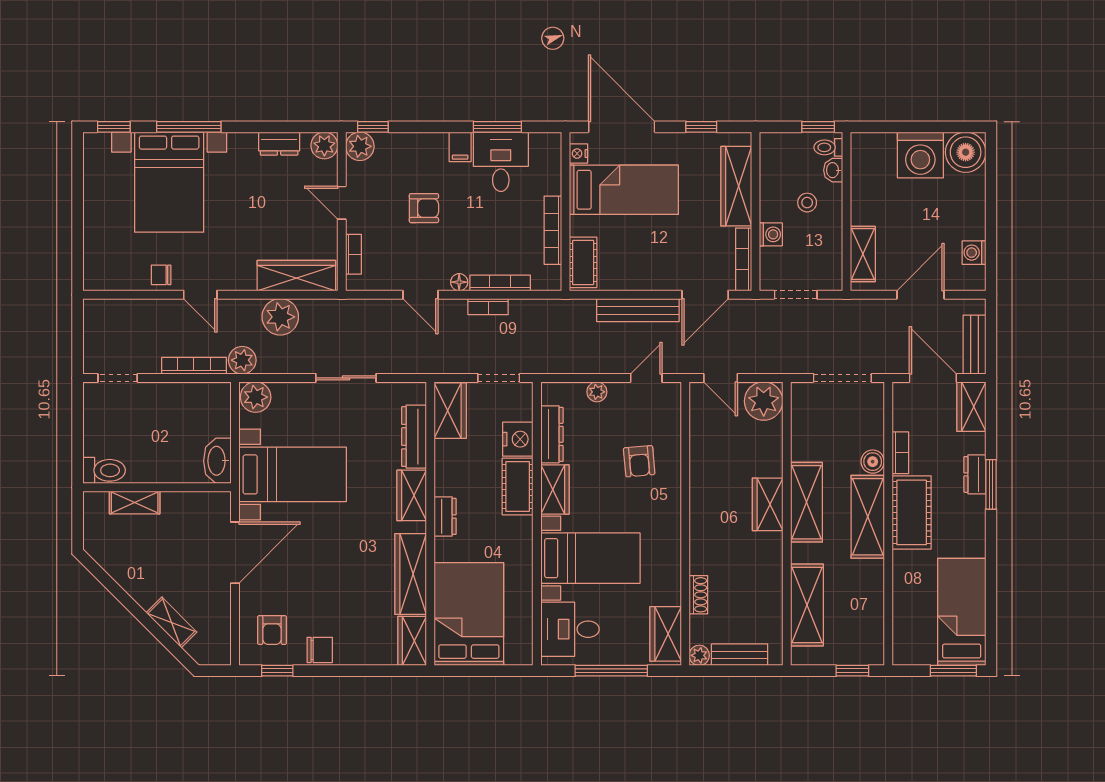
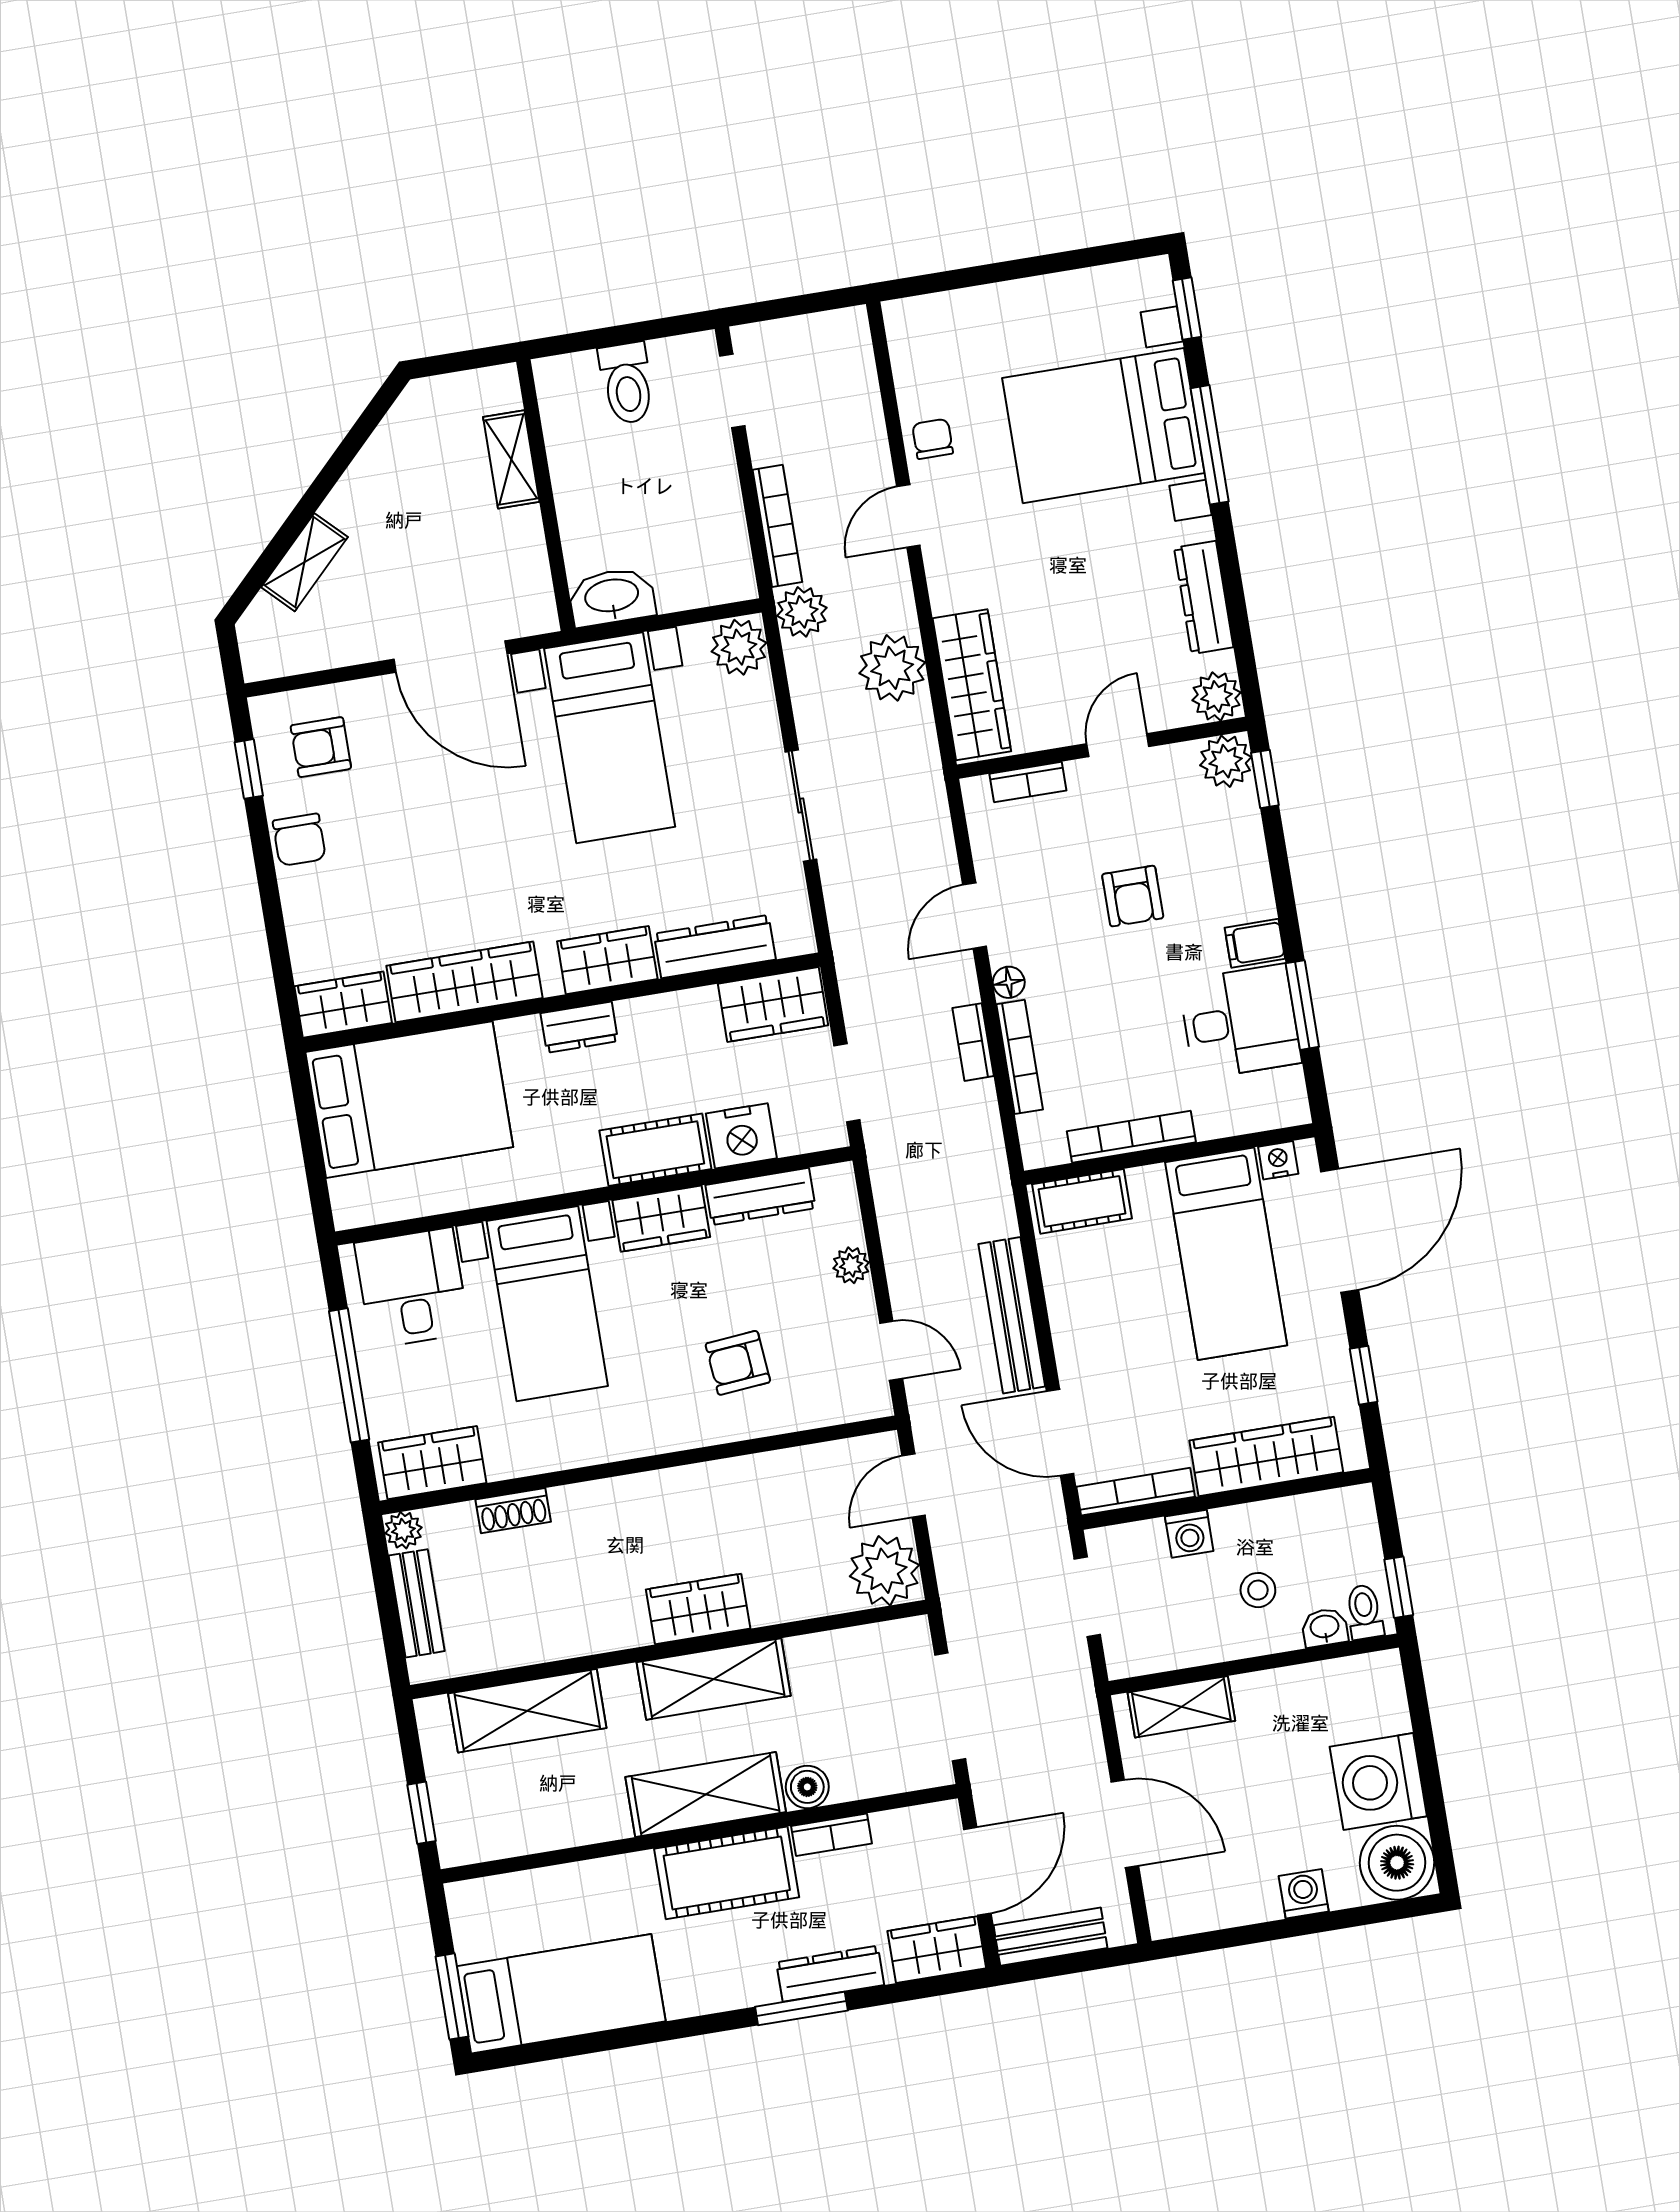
dresser: (279, 144) -> (1204, 597), width x1.44
washing machine: (974, 253) -> (1304, 1894), moved
toilet: (104, 470) -> (627, 383), moved
dresser: (975, 474) -> (830, 1974), width x1.44

